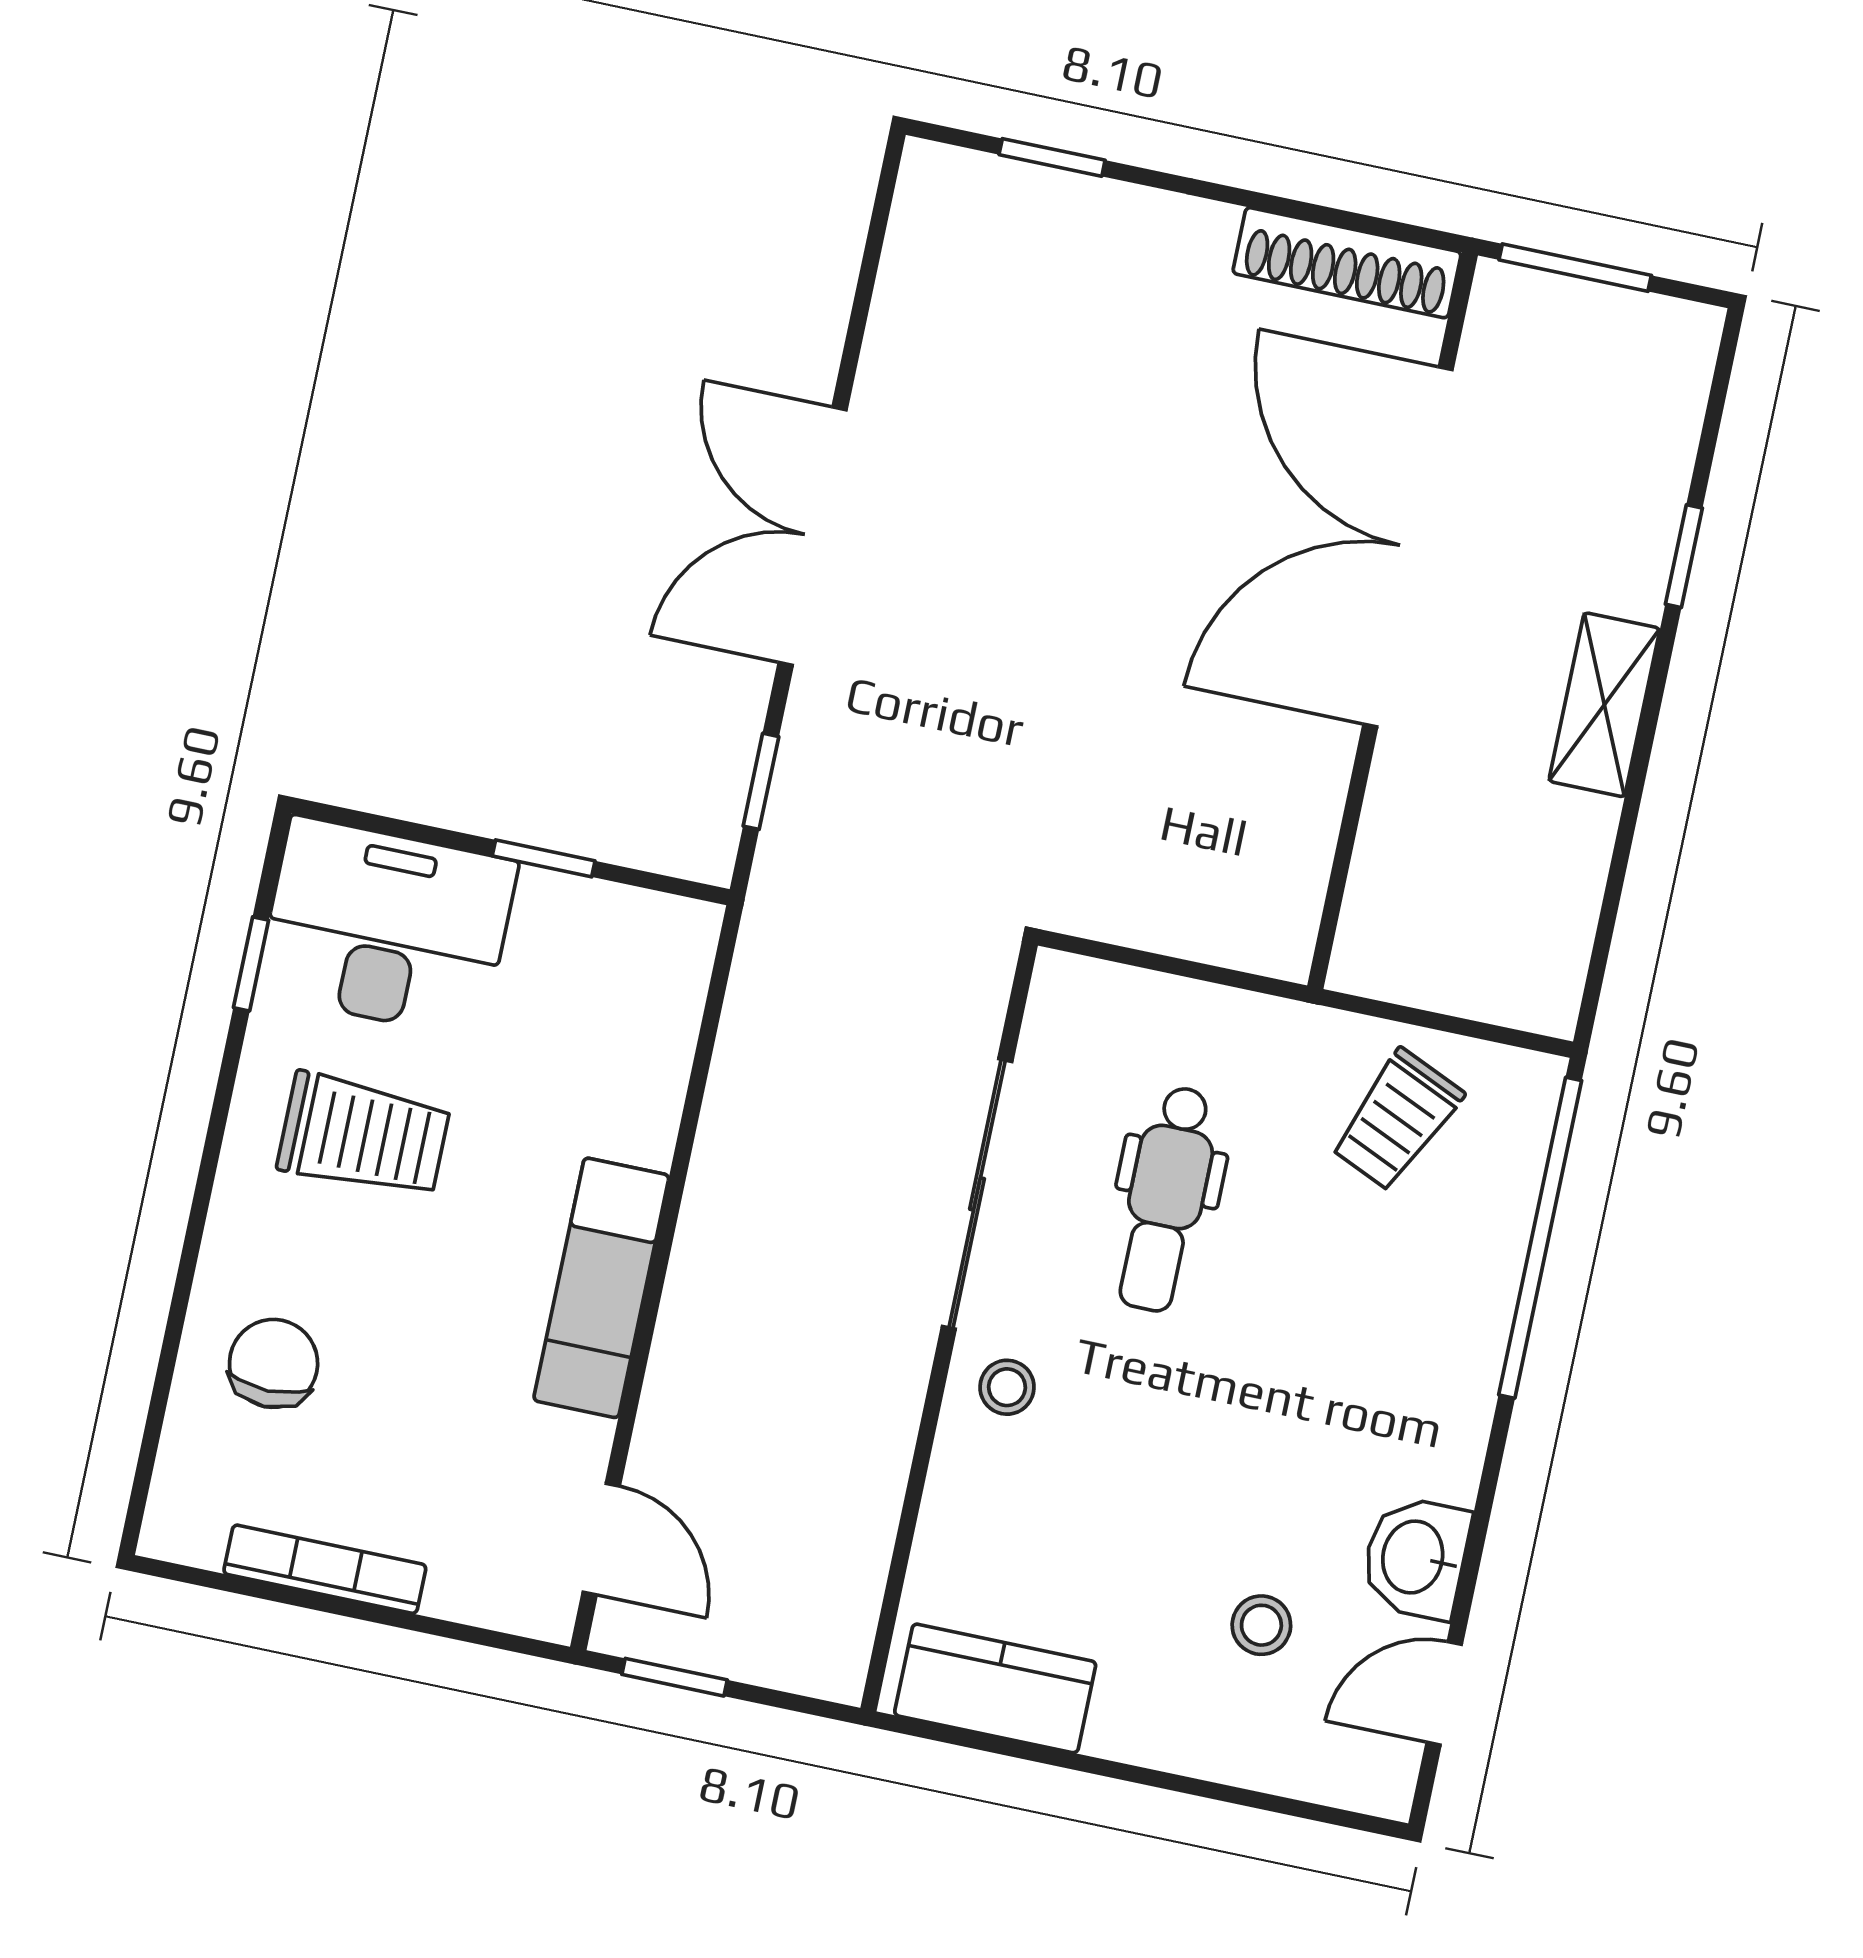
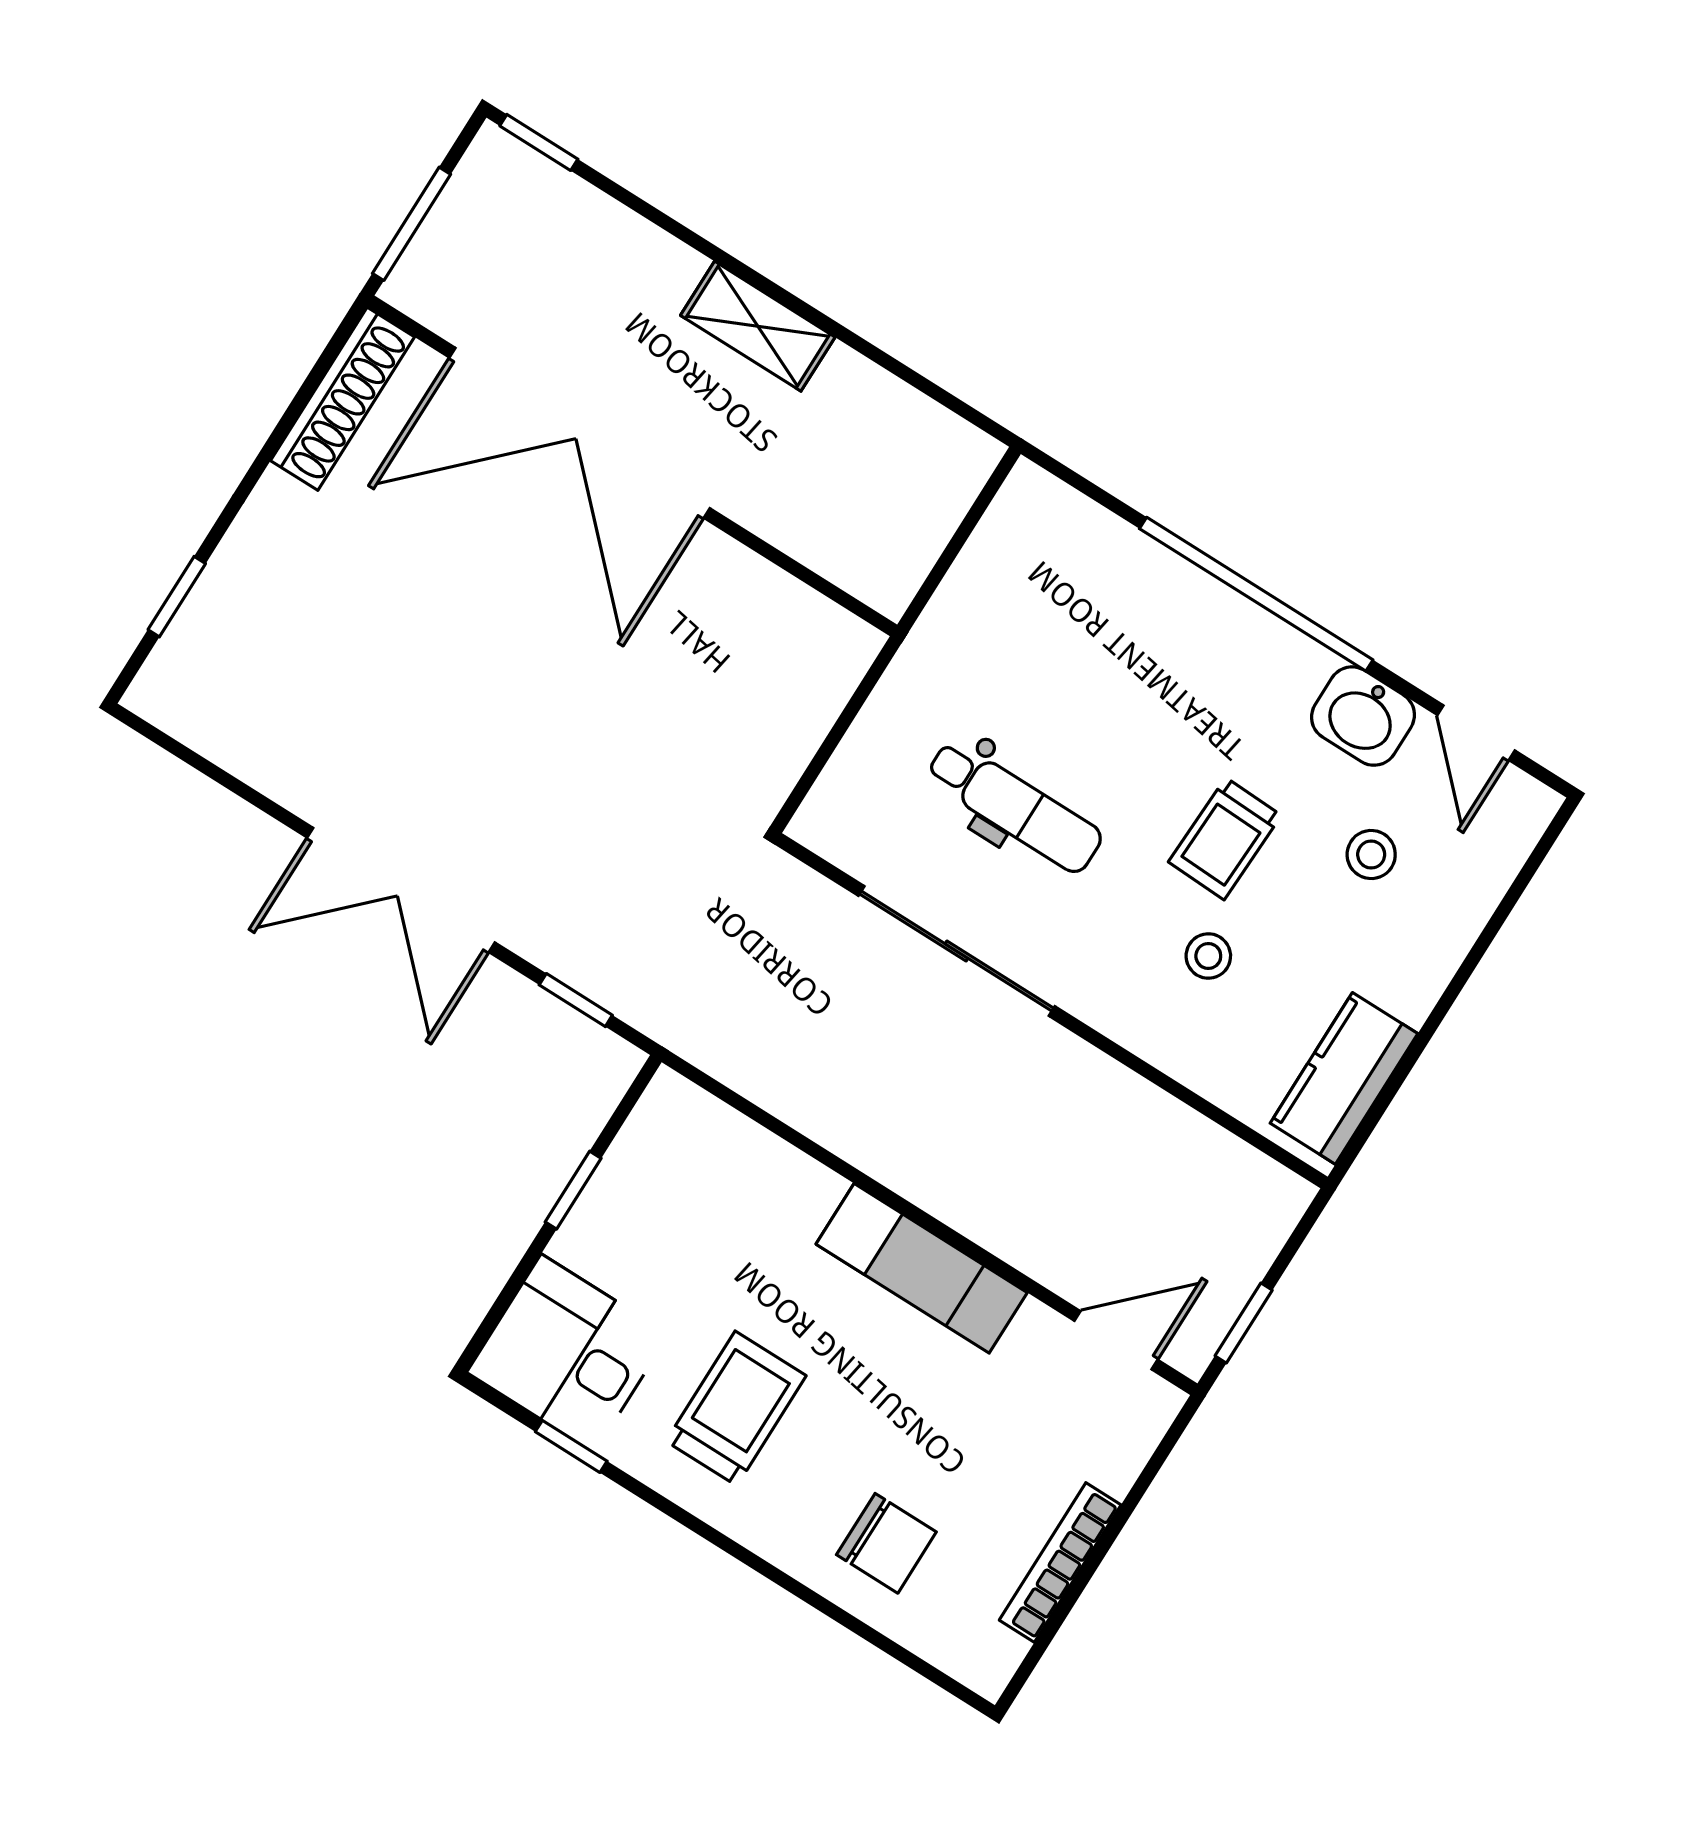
window: (1684, 556) -> (539, 142), moved
desk: (387, 928) -> (568, 1353), width x0.73
trolley: (1397, 1120) -> (1225, 839), moved, turned 68
window: (1540, 1238) -> (1256, 594), moved
chair: (274, 1363) -> (886, 1543), turned 180
stool: (1007, 1387) -> (1208, 956), moved

